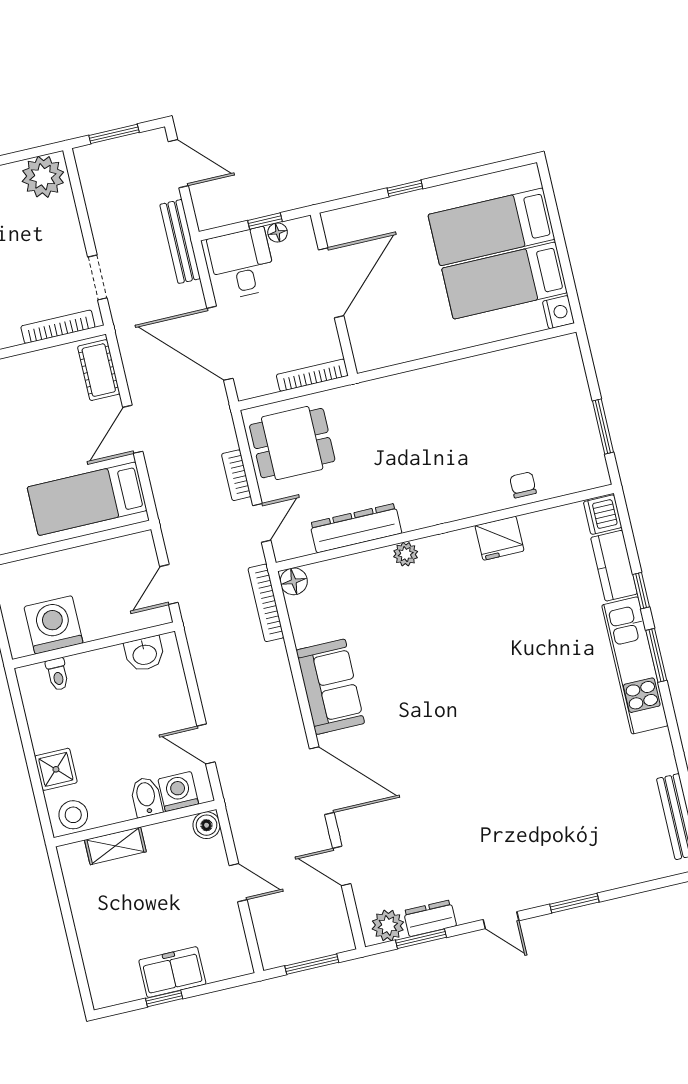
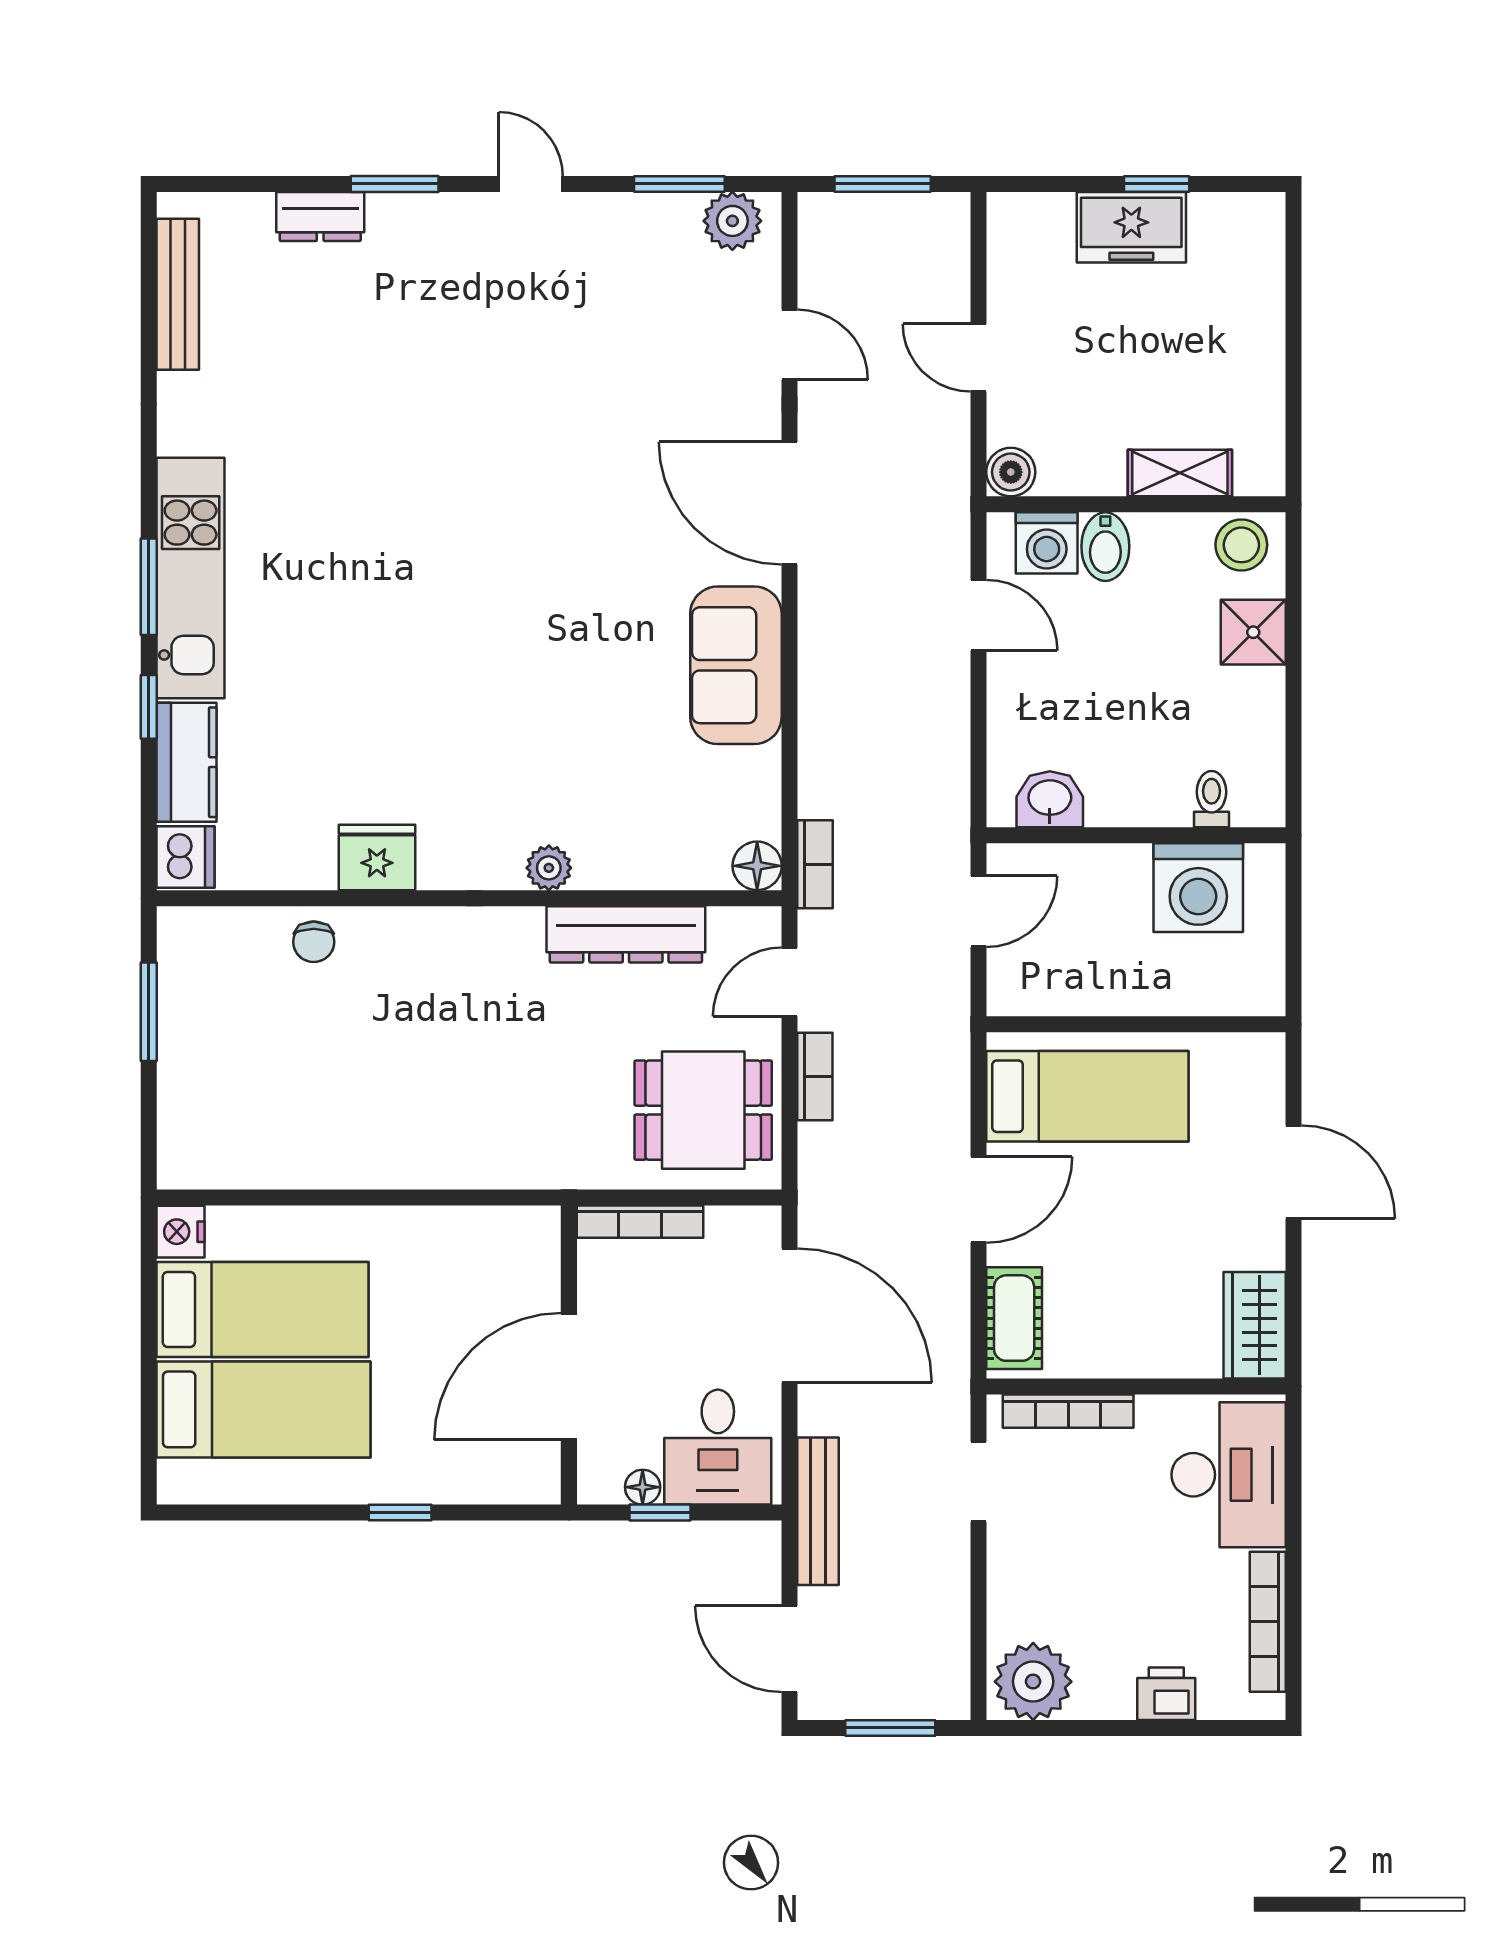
bookcase: (266, 603) -> (815, 864), width x0.64
dresser: (430, 918) -> (320, 216), moved

